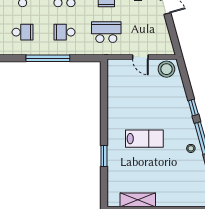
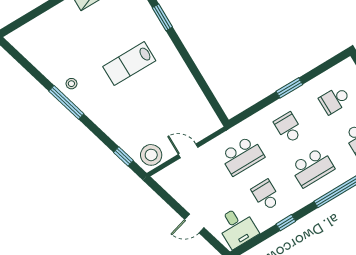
school desk: (64, 32) -> (288, 128), turned -90
window: (48, 58) -> (289, 88), width x0.47
window: (193, 108) -> (123, 156), moved

